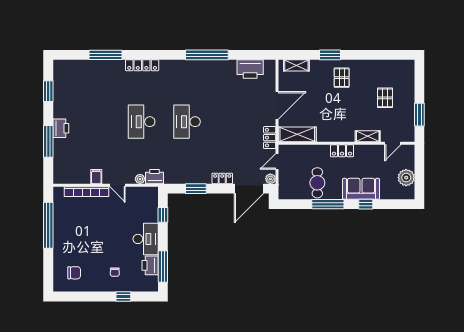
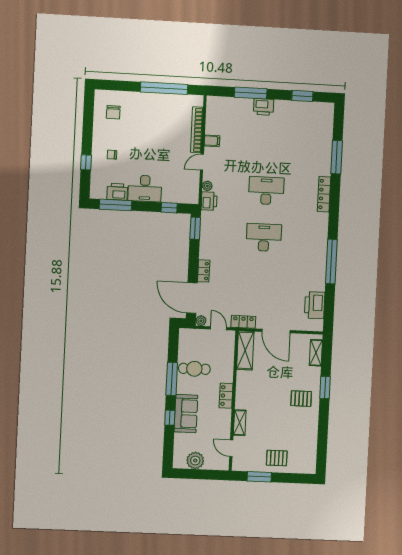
pallet: (385, 98) -> (277, 458), moved
window: (196, 189) -> (195, 228), moved

